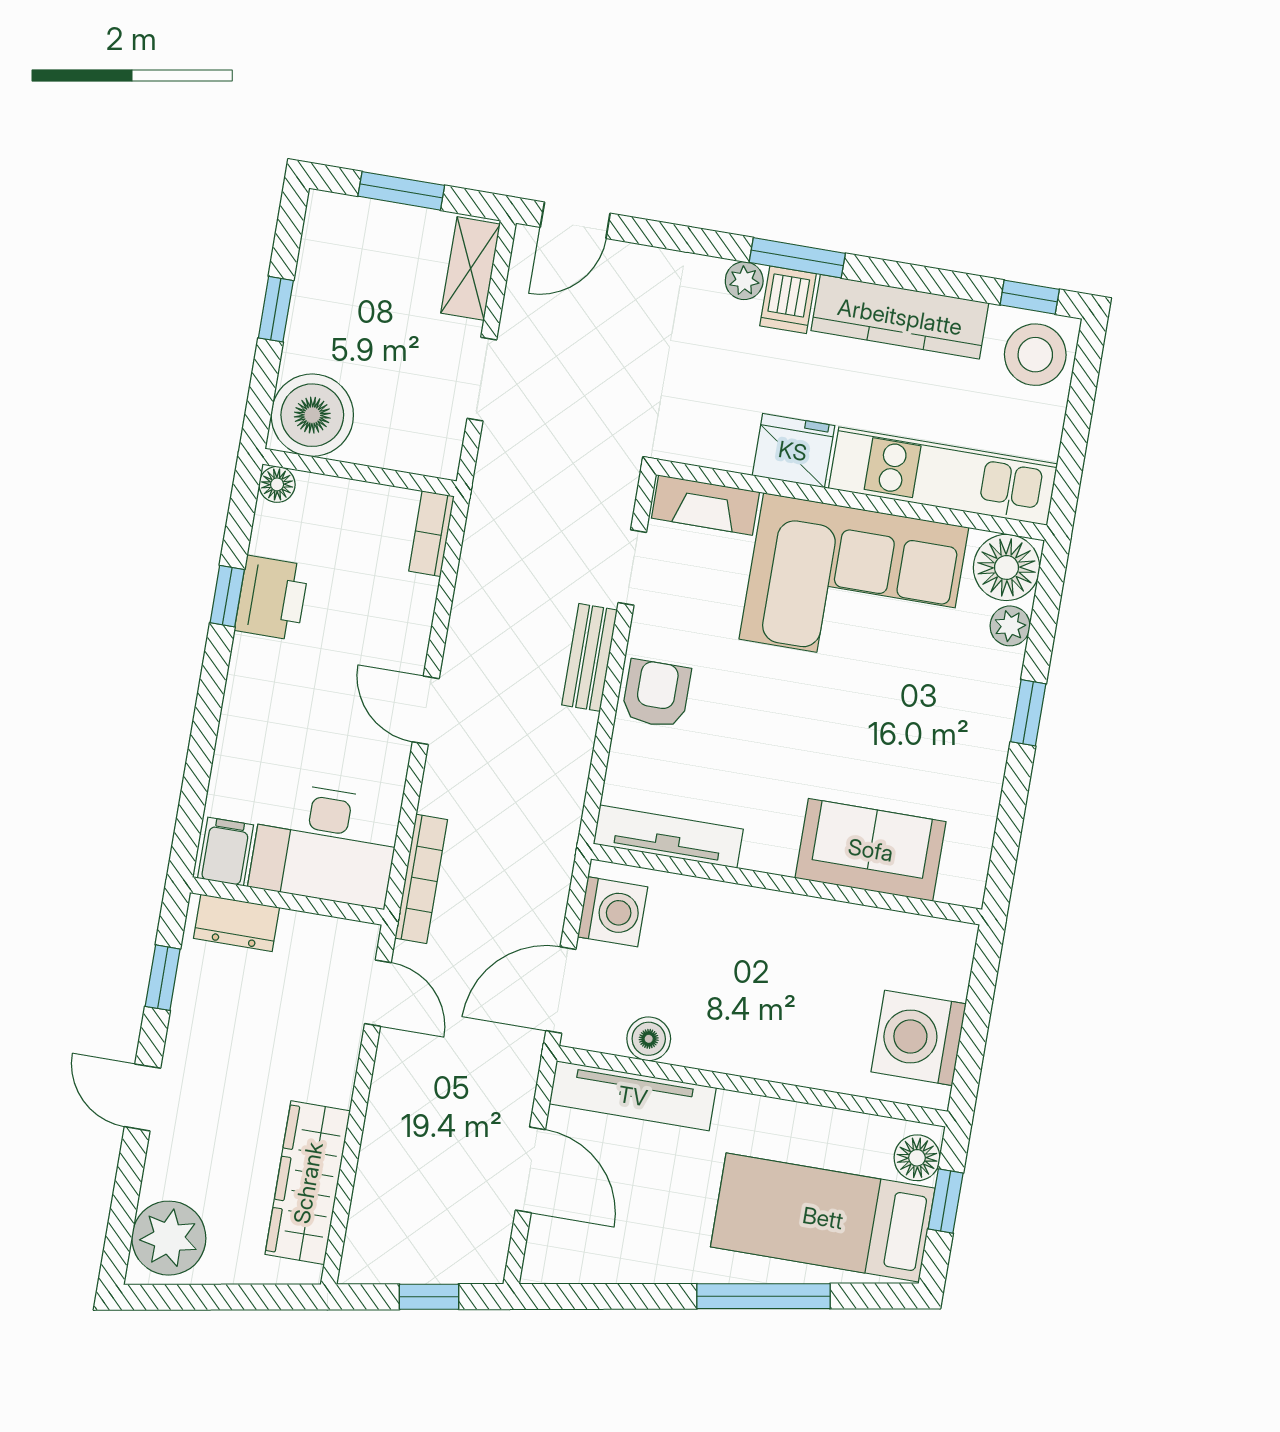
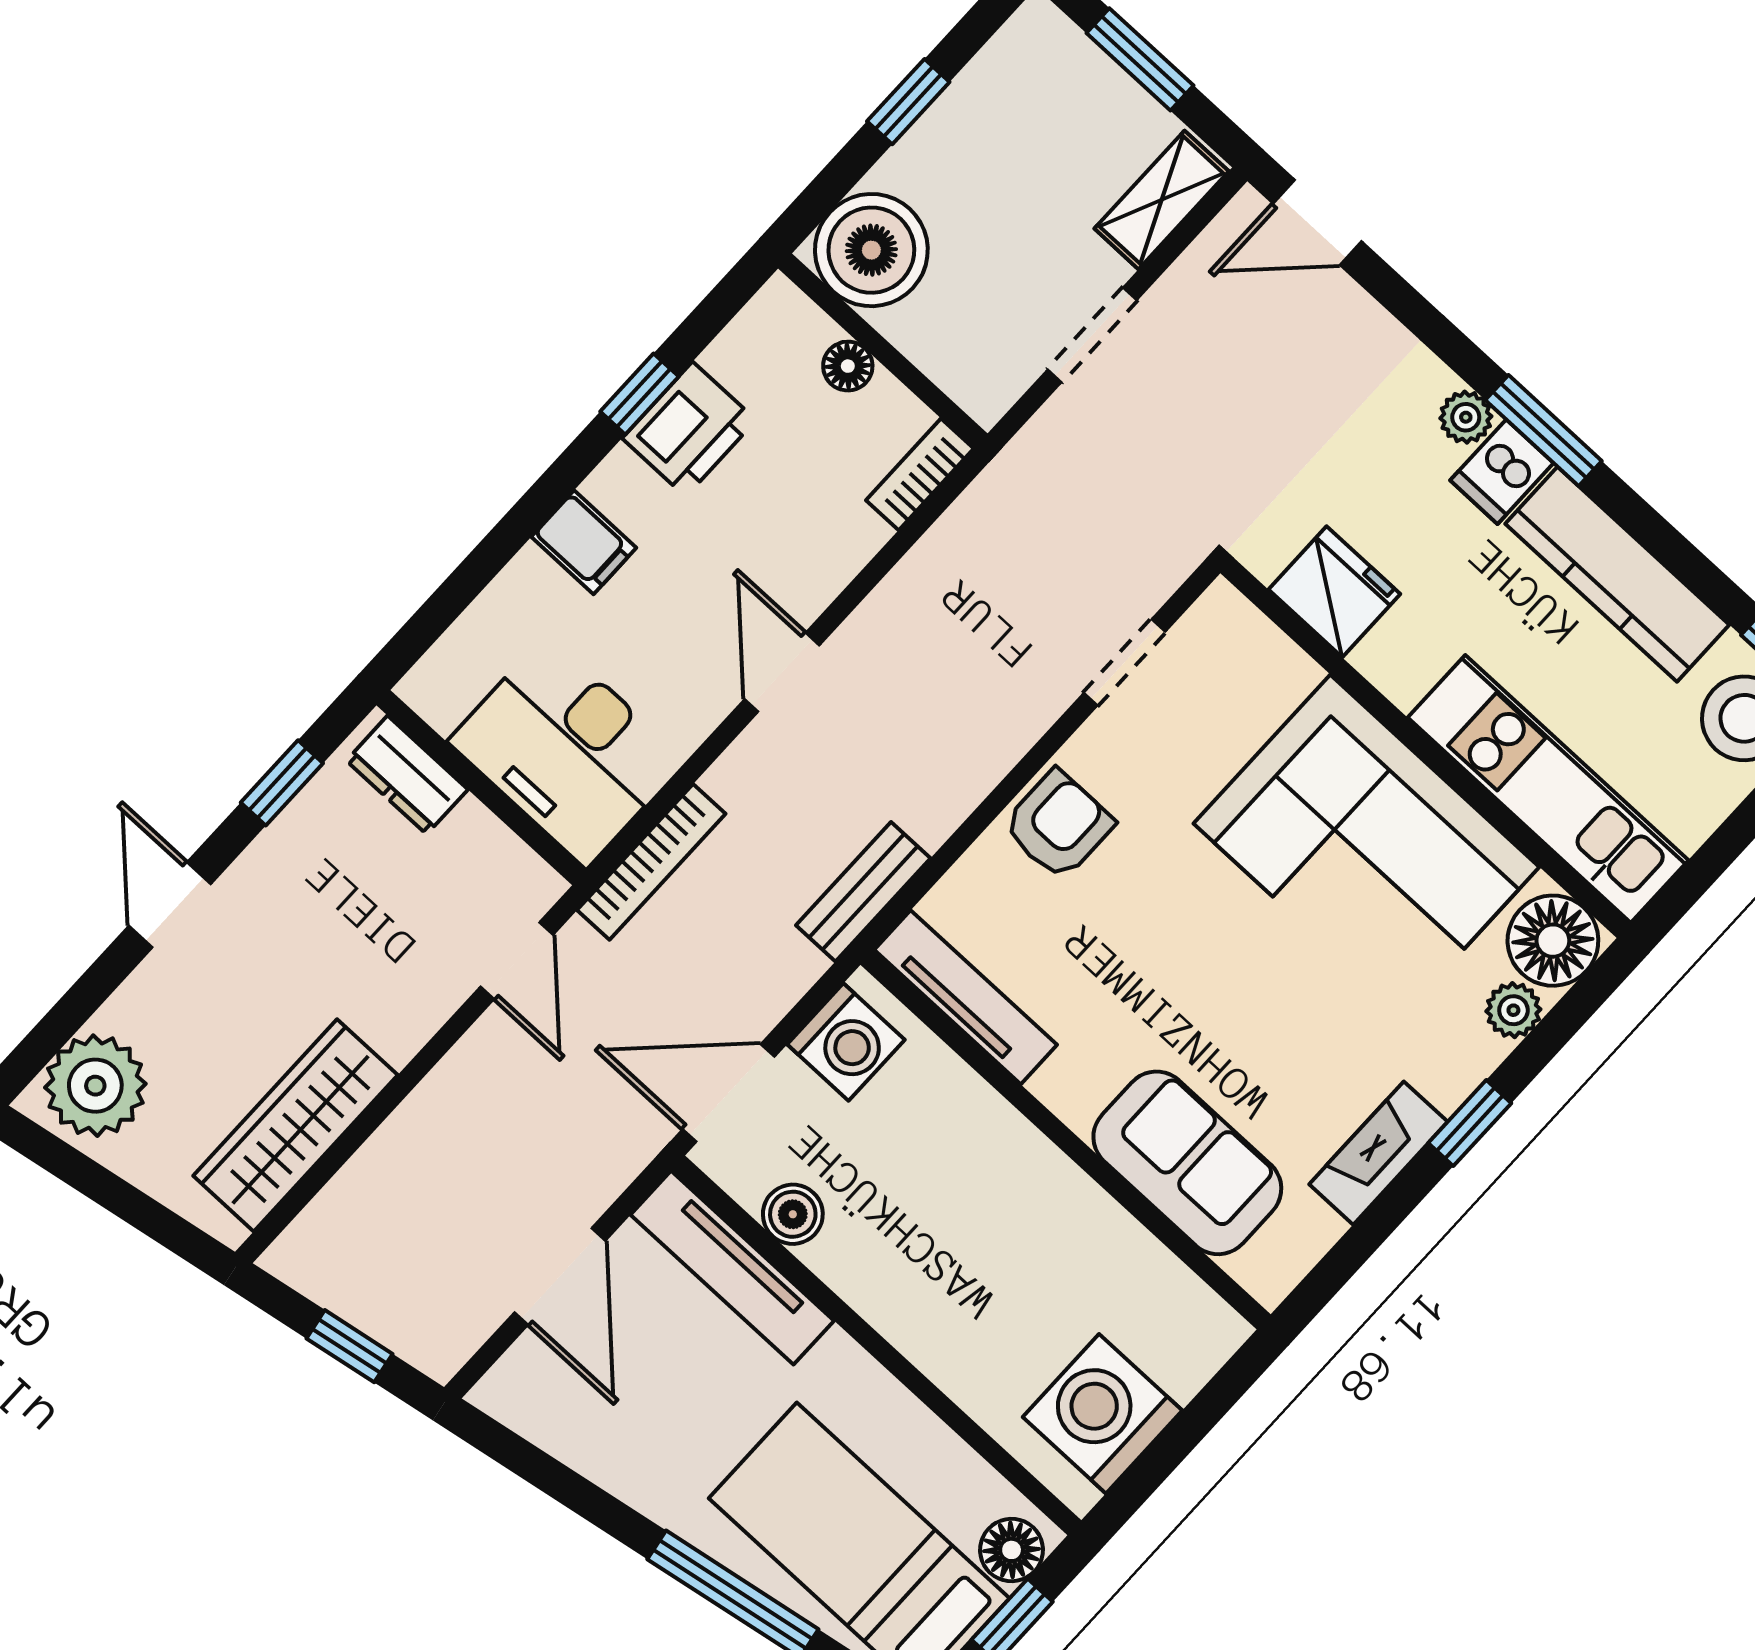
fridge: (793, 451) -> (1334, 592), moved
floor lamp: (277, 484) -> (848, 366), moved
fireplace: (706, 505) -> (1378, 1153), moved, turned 90
bench: (590, 657) -> (863, 892), moved
filing cabinet: (226, 852) -> (584, 542), moved, turned 90

